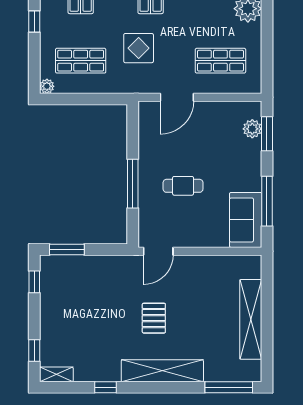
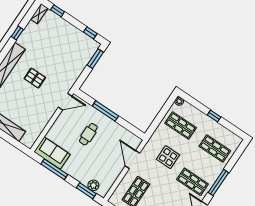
shop shelf: (81, 61) -> (181, 126), turned 90
door: (158, 251) -> (65, 102), swing flipped

